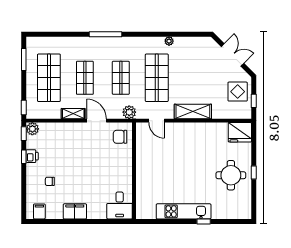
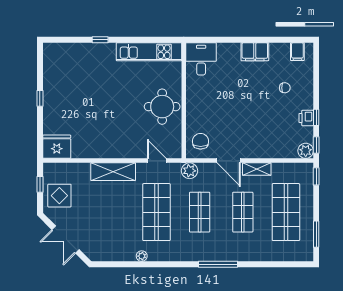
chair: (120, 137) -> (201, 141), turned -90
round table: (231, 175) -> (162, 107), moved
kitchen unit: (184, 211) -> (149, 52), moved

